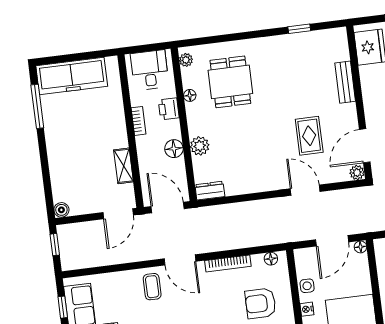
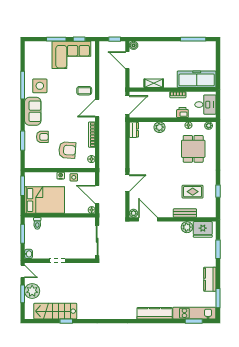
plant: (370, 75) -> (187, 227), added
freezer: (72, 76) -> (197, 79), moved, turned 90
dining table: (230, 82) -> (193, 149), turned 90
rug: (309, 136) -> (193, 192), moved
floor lamp: (174, 149) -> (160, 113), removed
door: (118, 214) -> (127, 60), moved
armchair: (260, 303) -> (67, 150), turned 94

